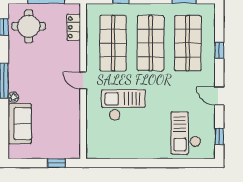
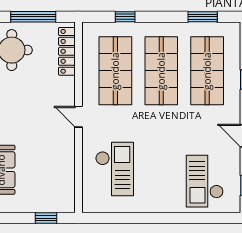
locker: (74, 27) -> (67, 51), width x1.53
checkout: (123, 105) -> (115, 169), moved, turned 90

